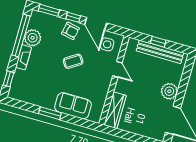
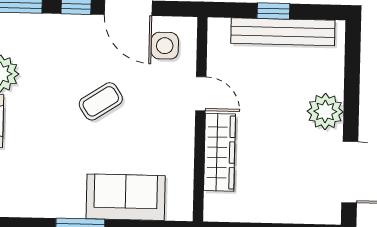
armchair: (70, 31) -> (78, 37), removed
wardrobe: (115, 110) -> (220, 152), moved

